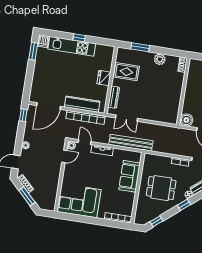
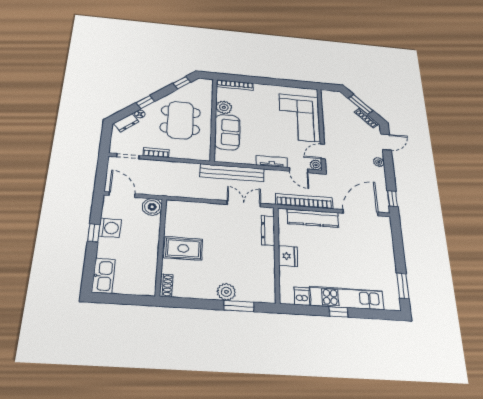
dishwasher: (44, 41) -> (302, 296), moved
plant: (160, 59) -> (226, 292), moved
rug: (126, 72) -> (183, 248), moved
dining table: (161, 188) -> (180, 120), width x1.38
plant: (129, 198) -> (224, 107), added
corner sofa: (79, 201) -> (300, 118), moved, turned 90

